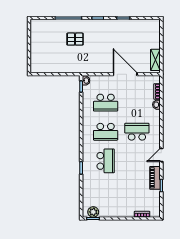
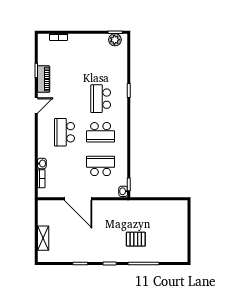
shelving: (155, 60) -> (43, 238), moved
school desk: (106, 132) -> (101, 132), turned 180
school desk: (137, 132) -> (64, 132), turned 90

